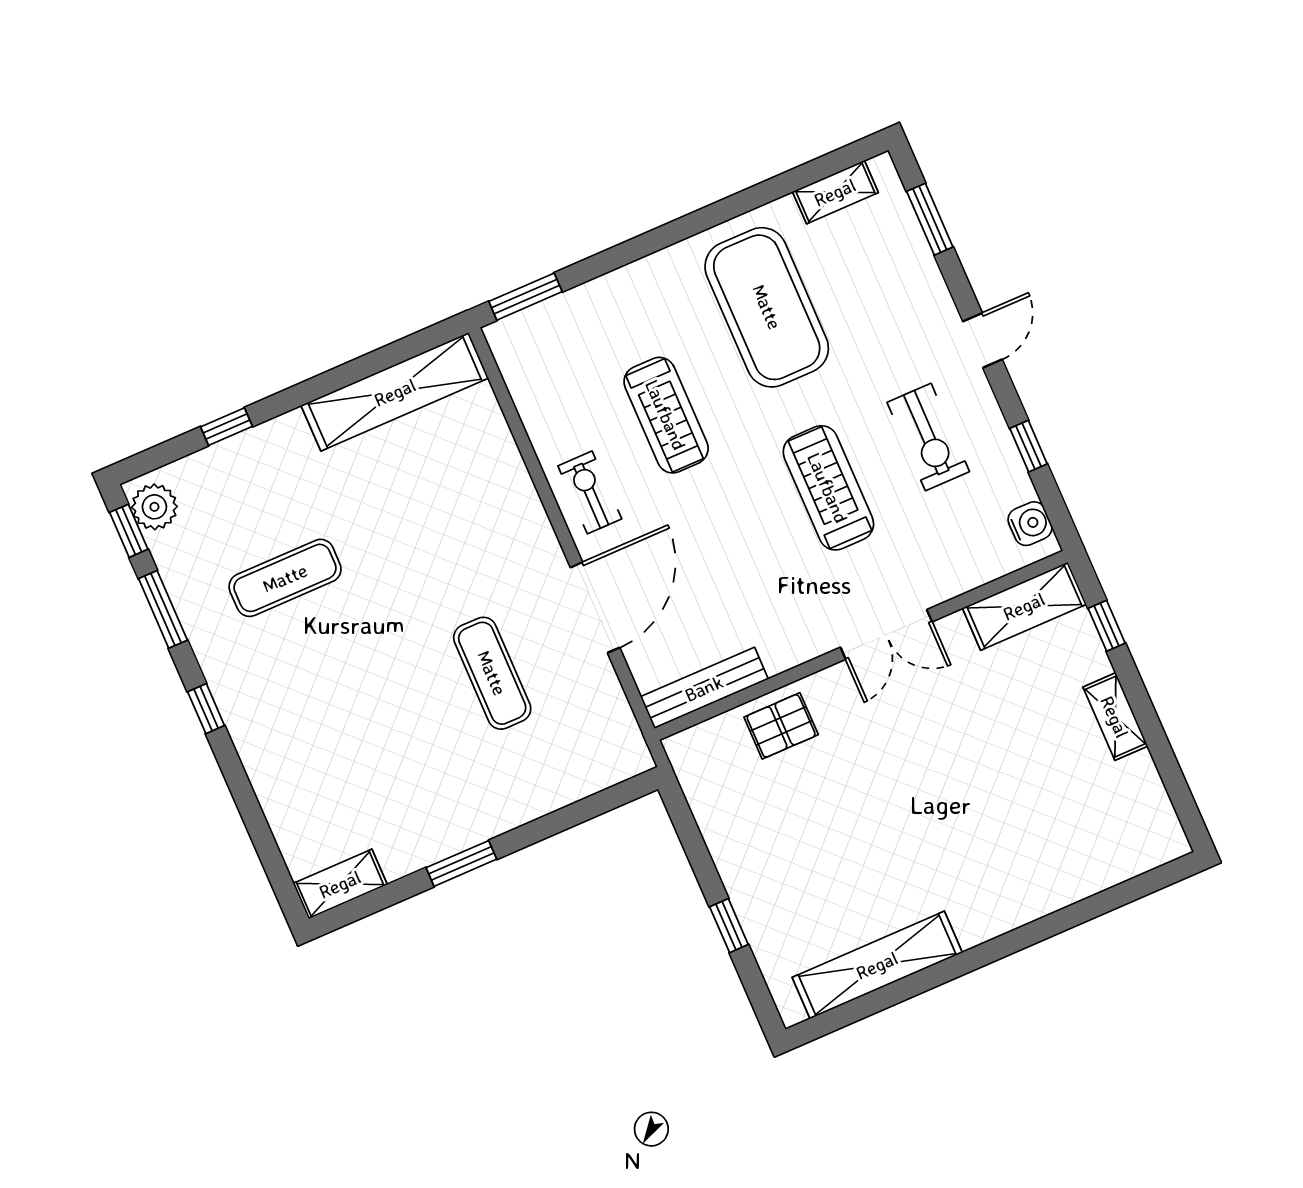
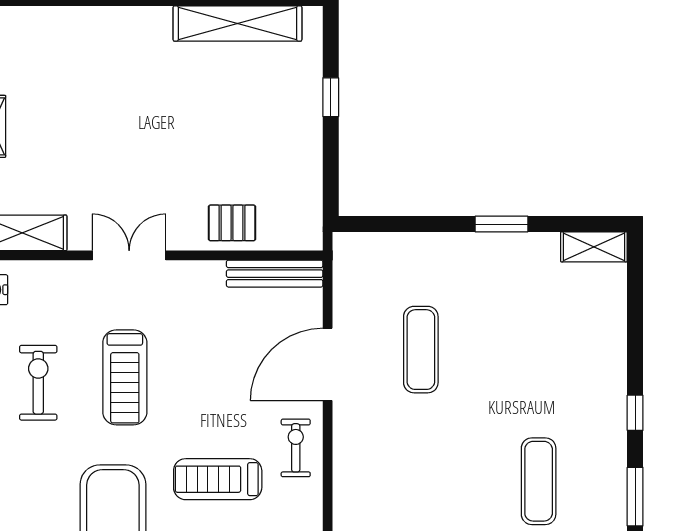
treadmill: (666, 415) -> (218, 479), turned -90
exercise bike: (590, 492) -> (296, 448), turned 180
exercise mat: (285, 578) -> (539, 481), turned 90

